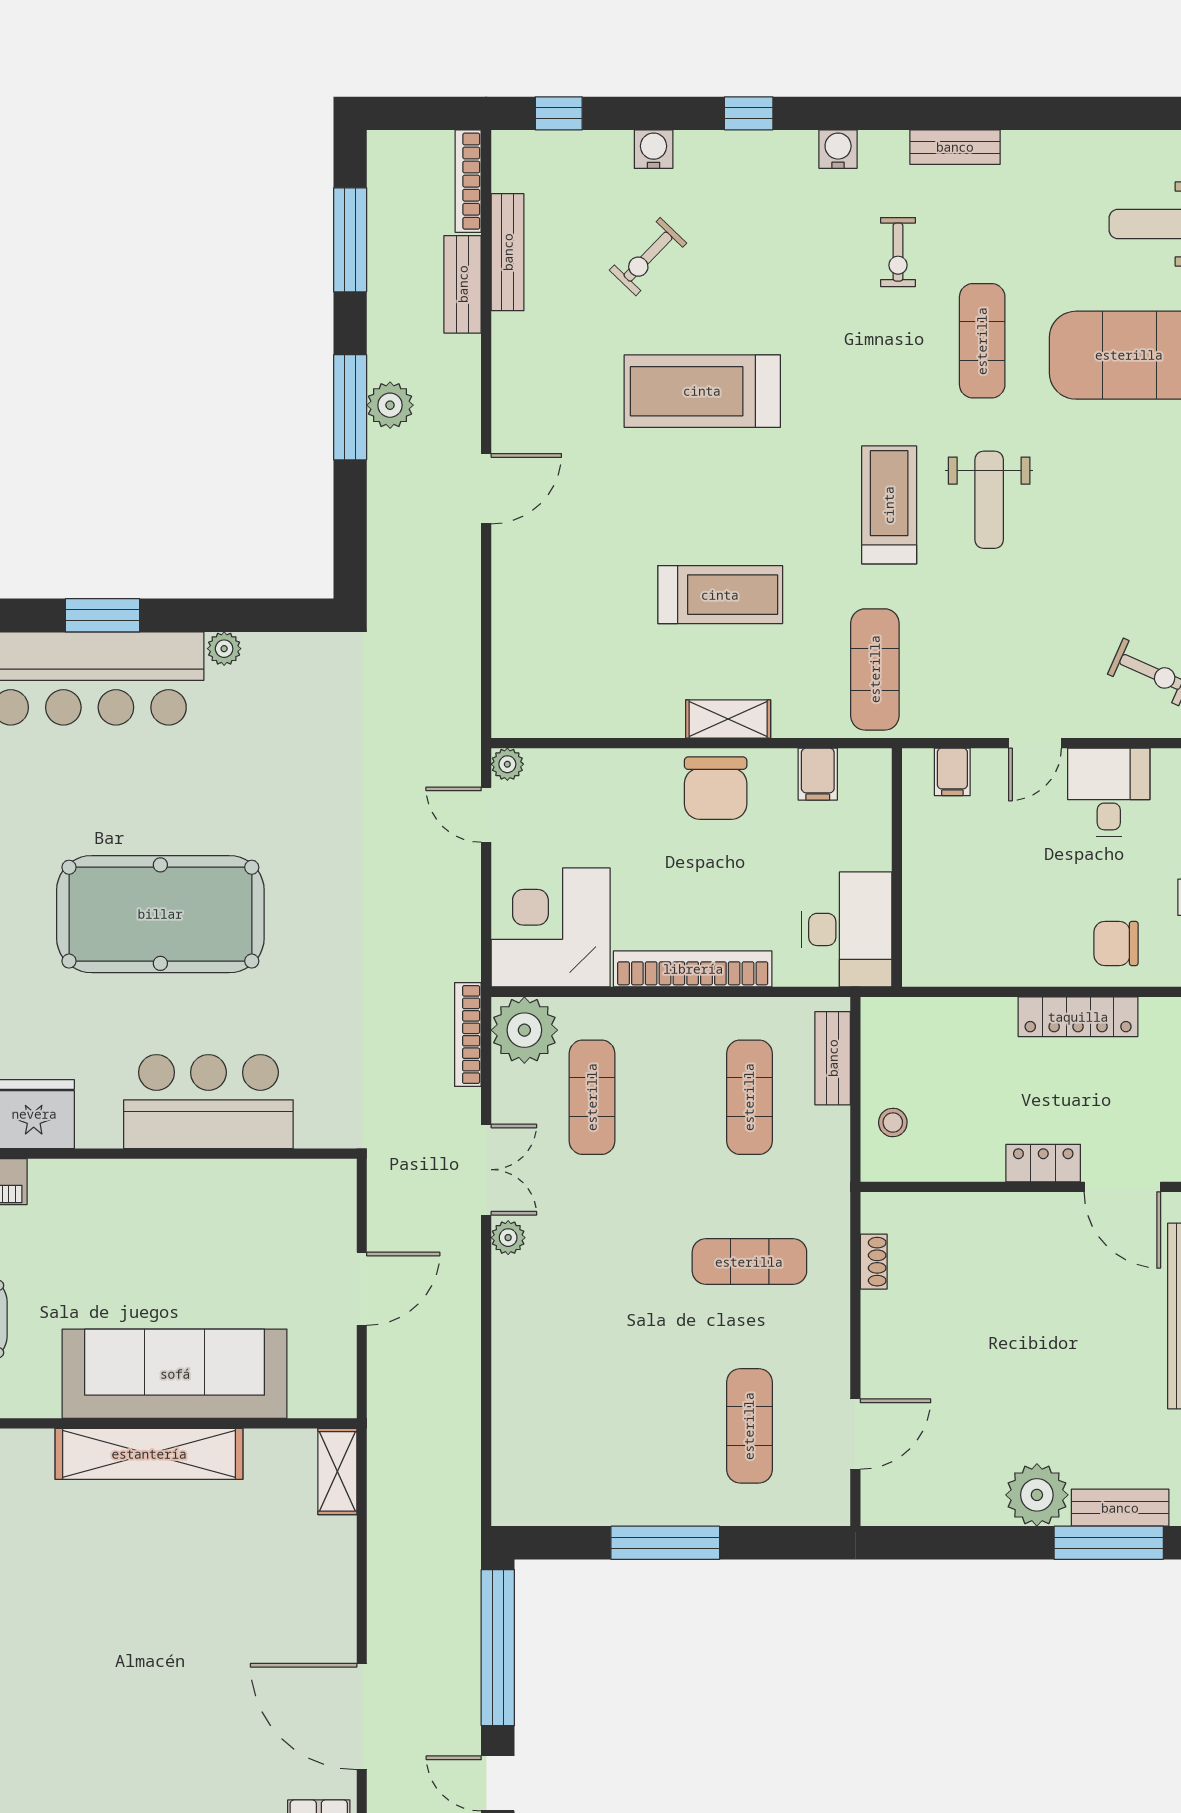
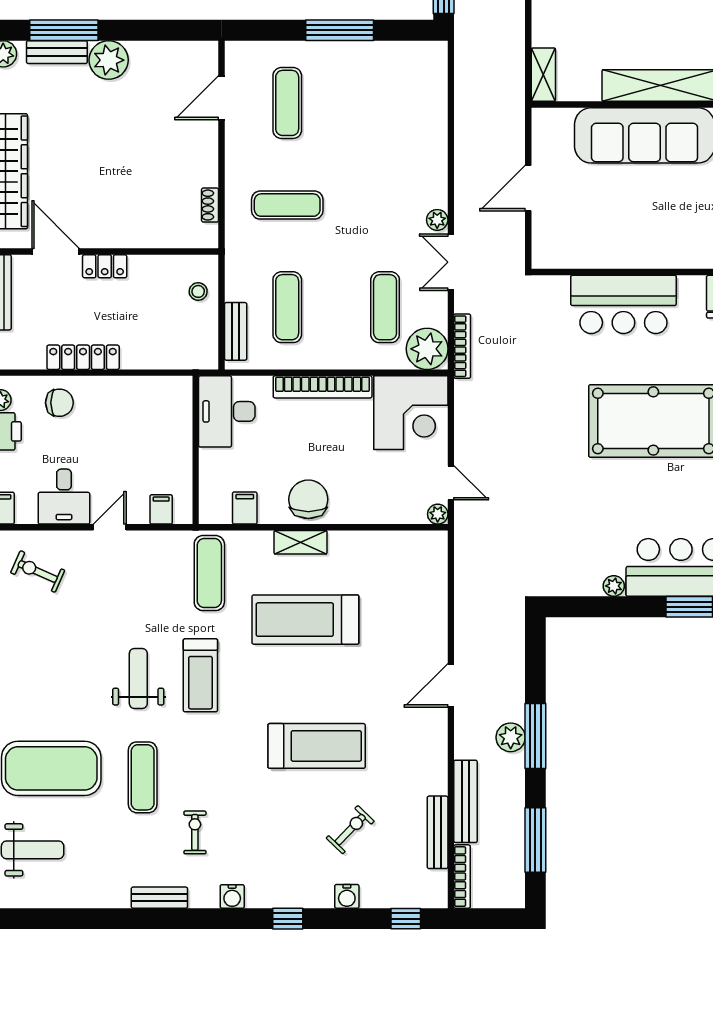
bench: (463, 284) -> (466, 801), width x1.36
treadmill: (720, 595) -> (305, 620), width x1.37, depth x1.38

